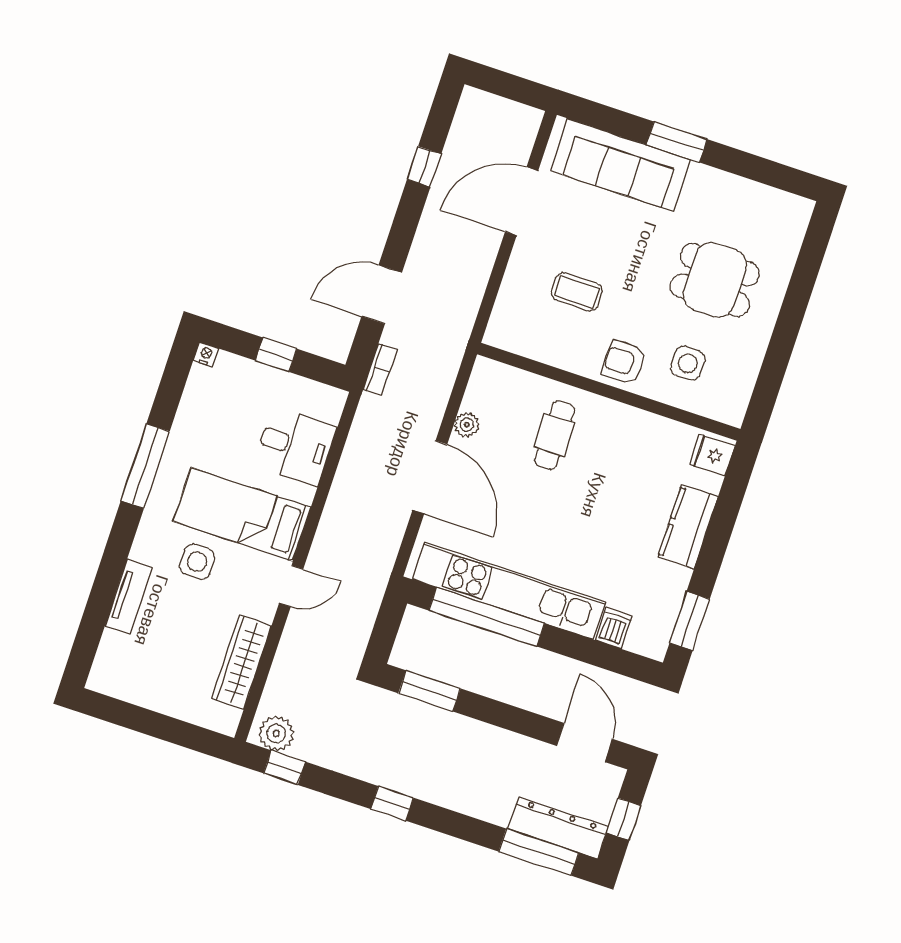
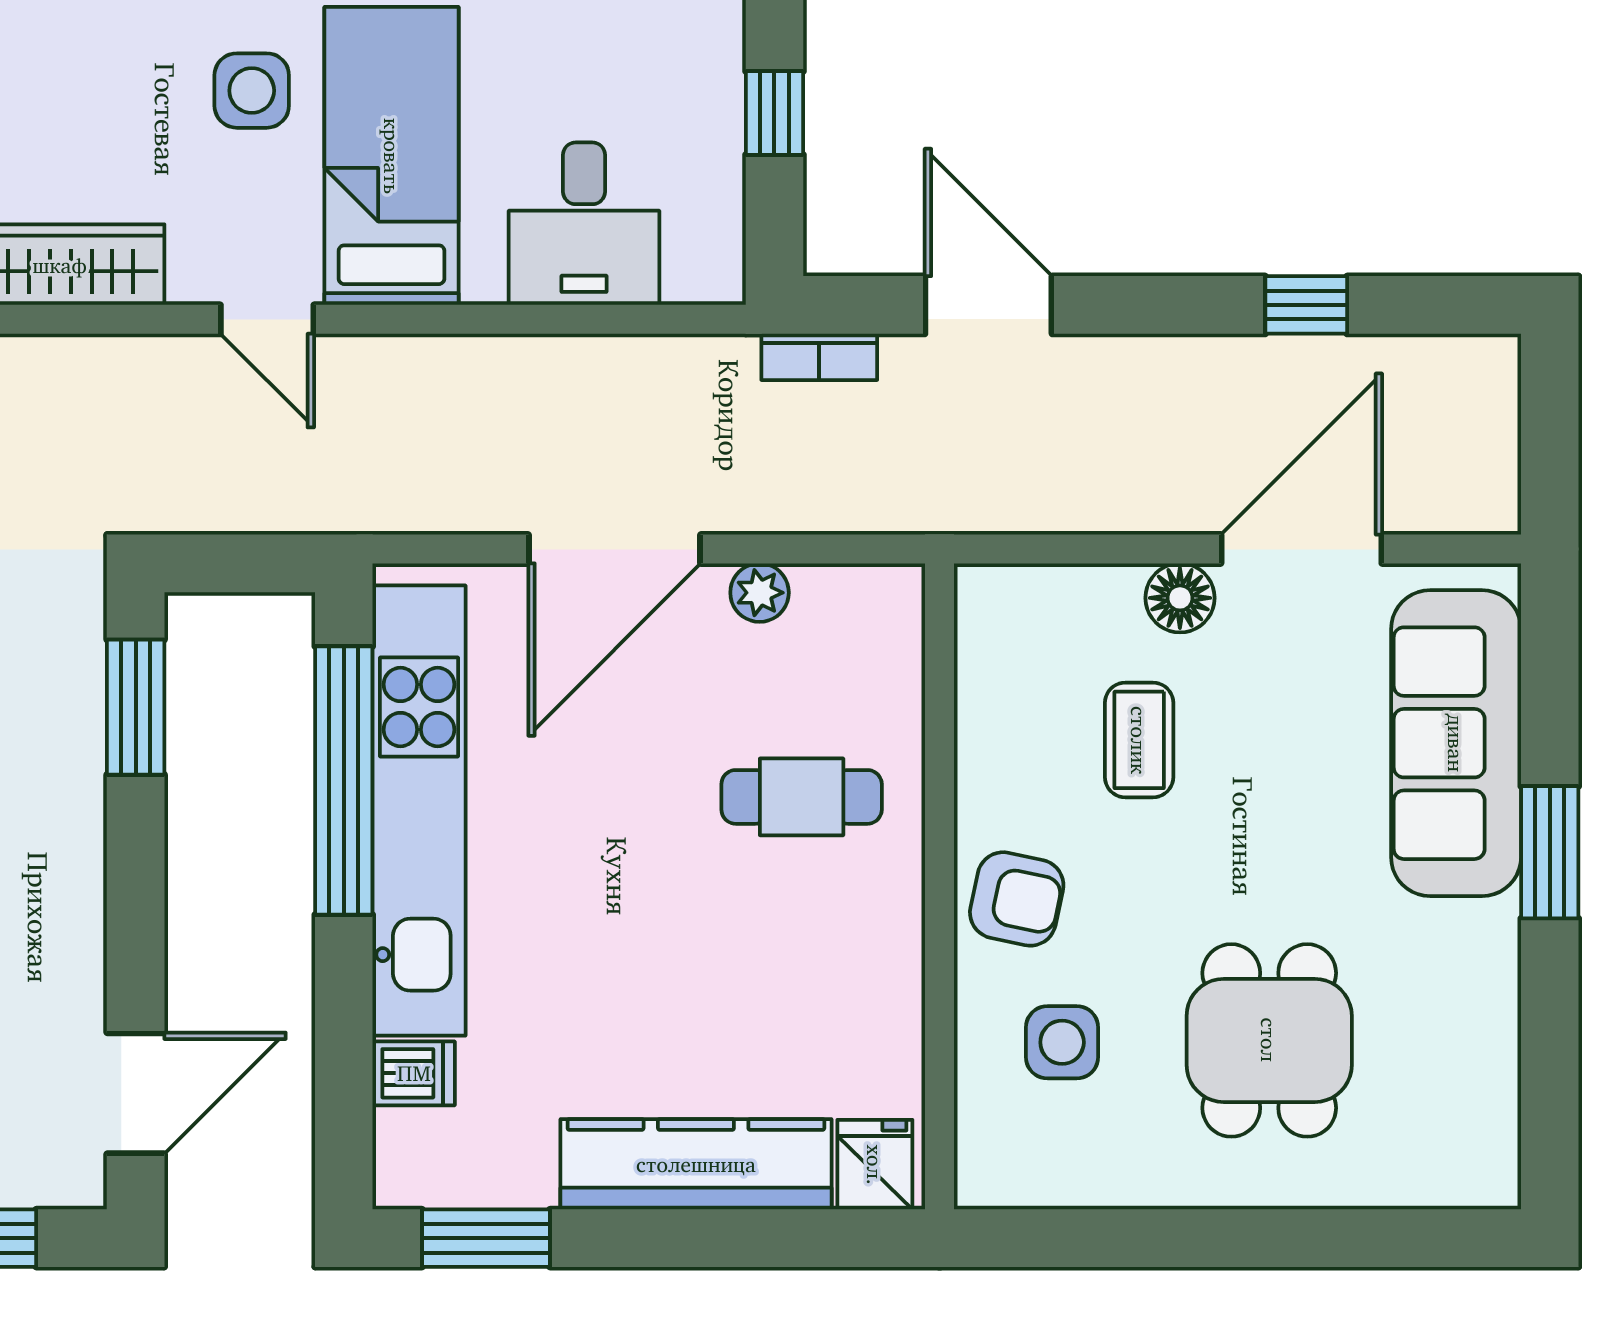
door: (522, 201) -> (1301, 549), hinge flipped
floor lamp: (525, 257) -> (1180, 598), added
armchair: (624, 362) -> (1017, 899), turned 102
kitchen counter: (688, 527) -> (696, 1164), width x1.50

